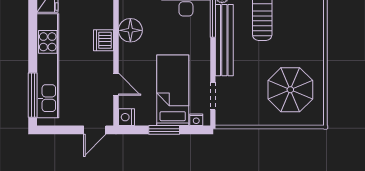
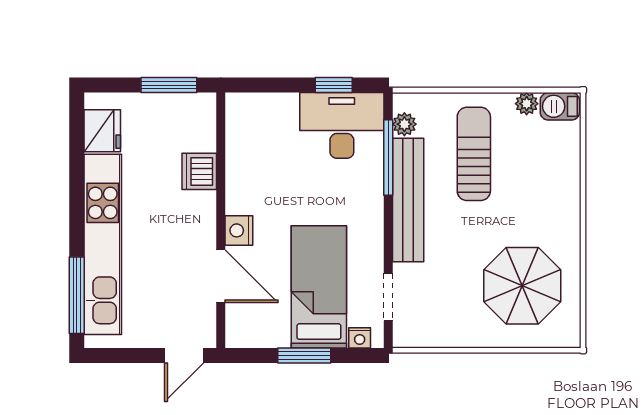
floor lamp: (130, 30) -> (246, 183), removed
dishwasher: (104, 40) -> (199, 171), moved
door: (116, 84) -> (221, 276), width x1.38
nightstand: (126, 117) -> (239, 230), moved

